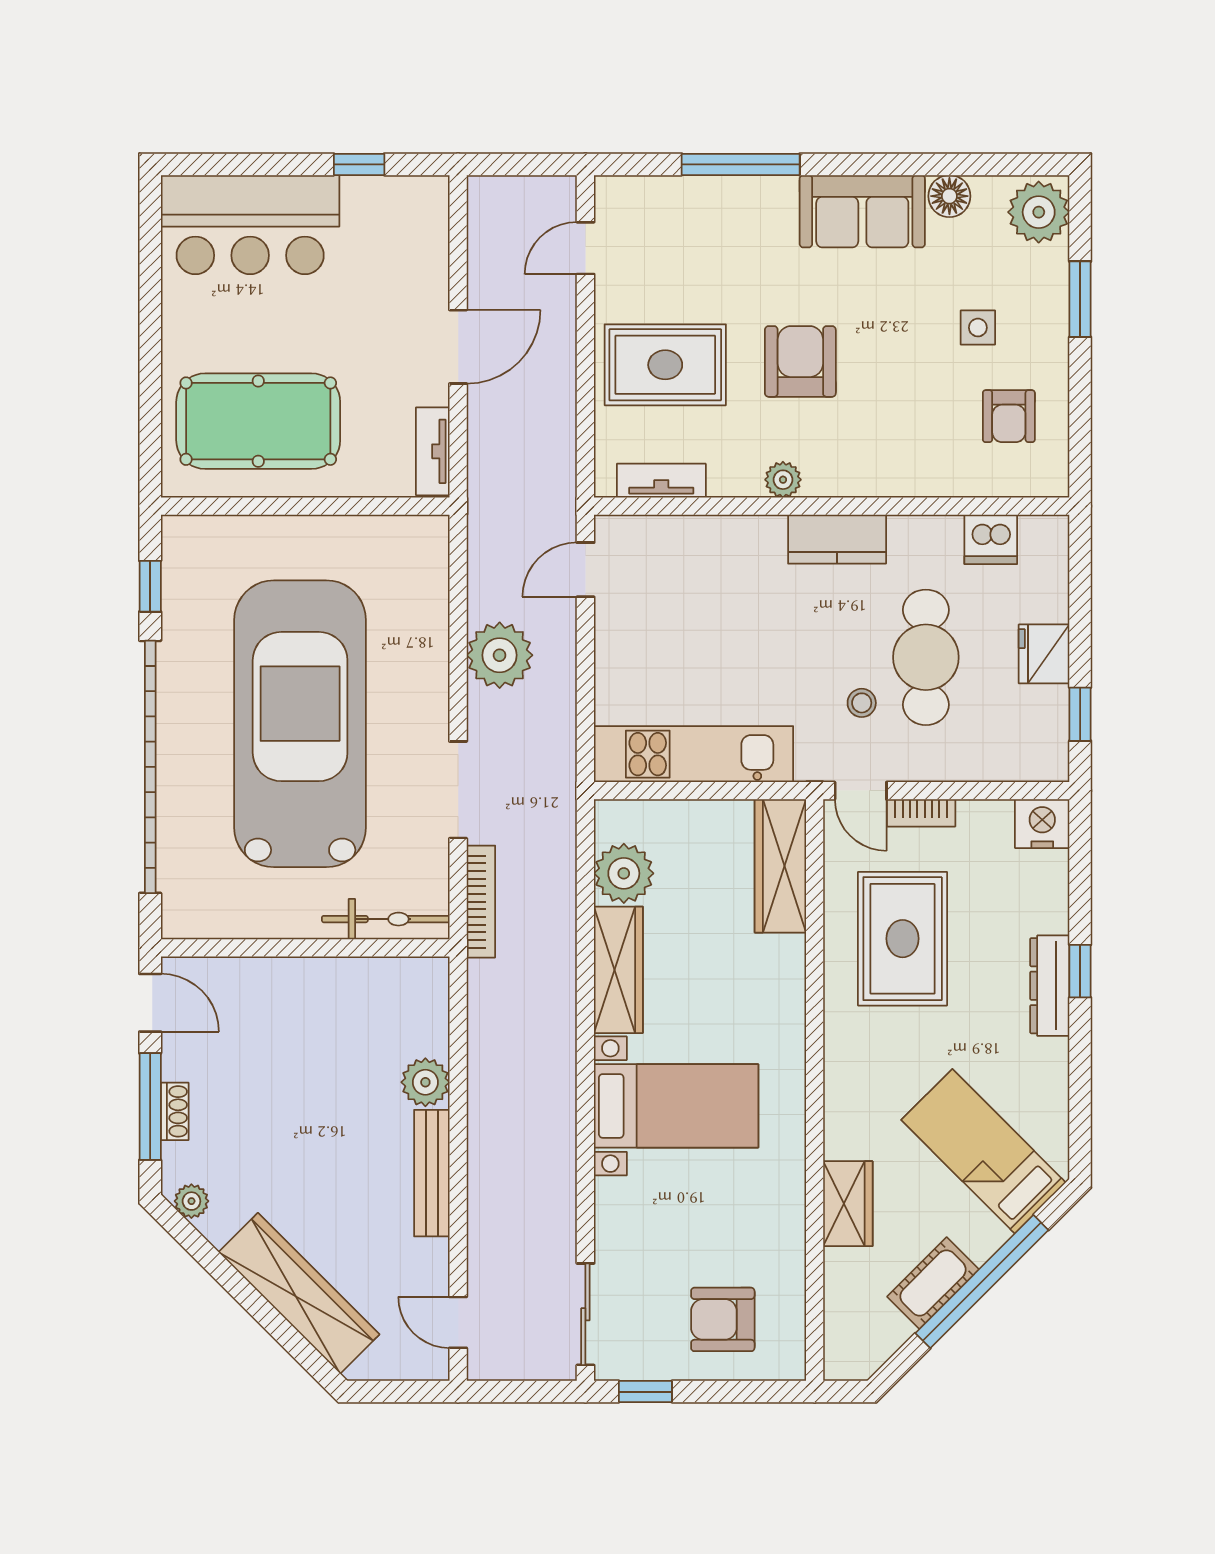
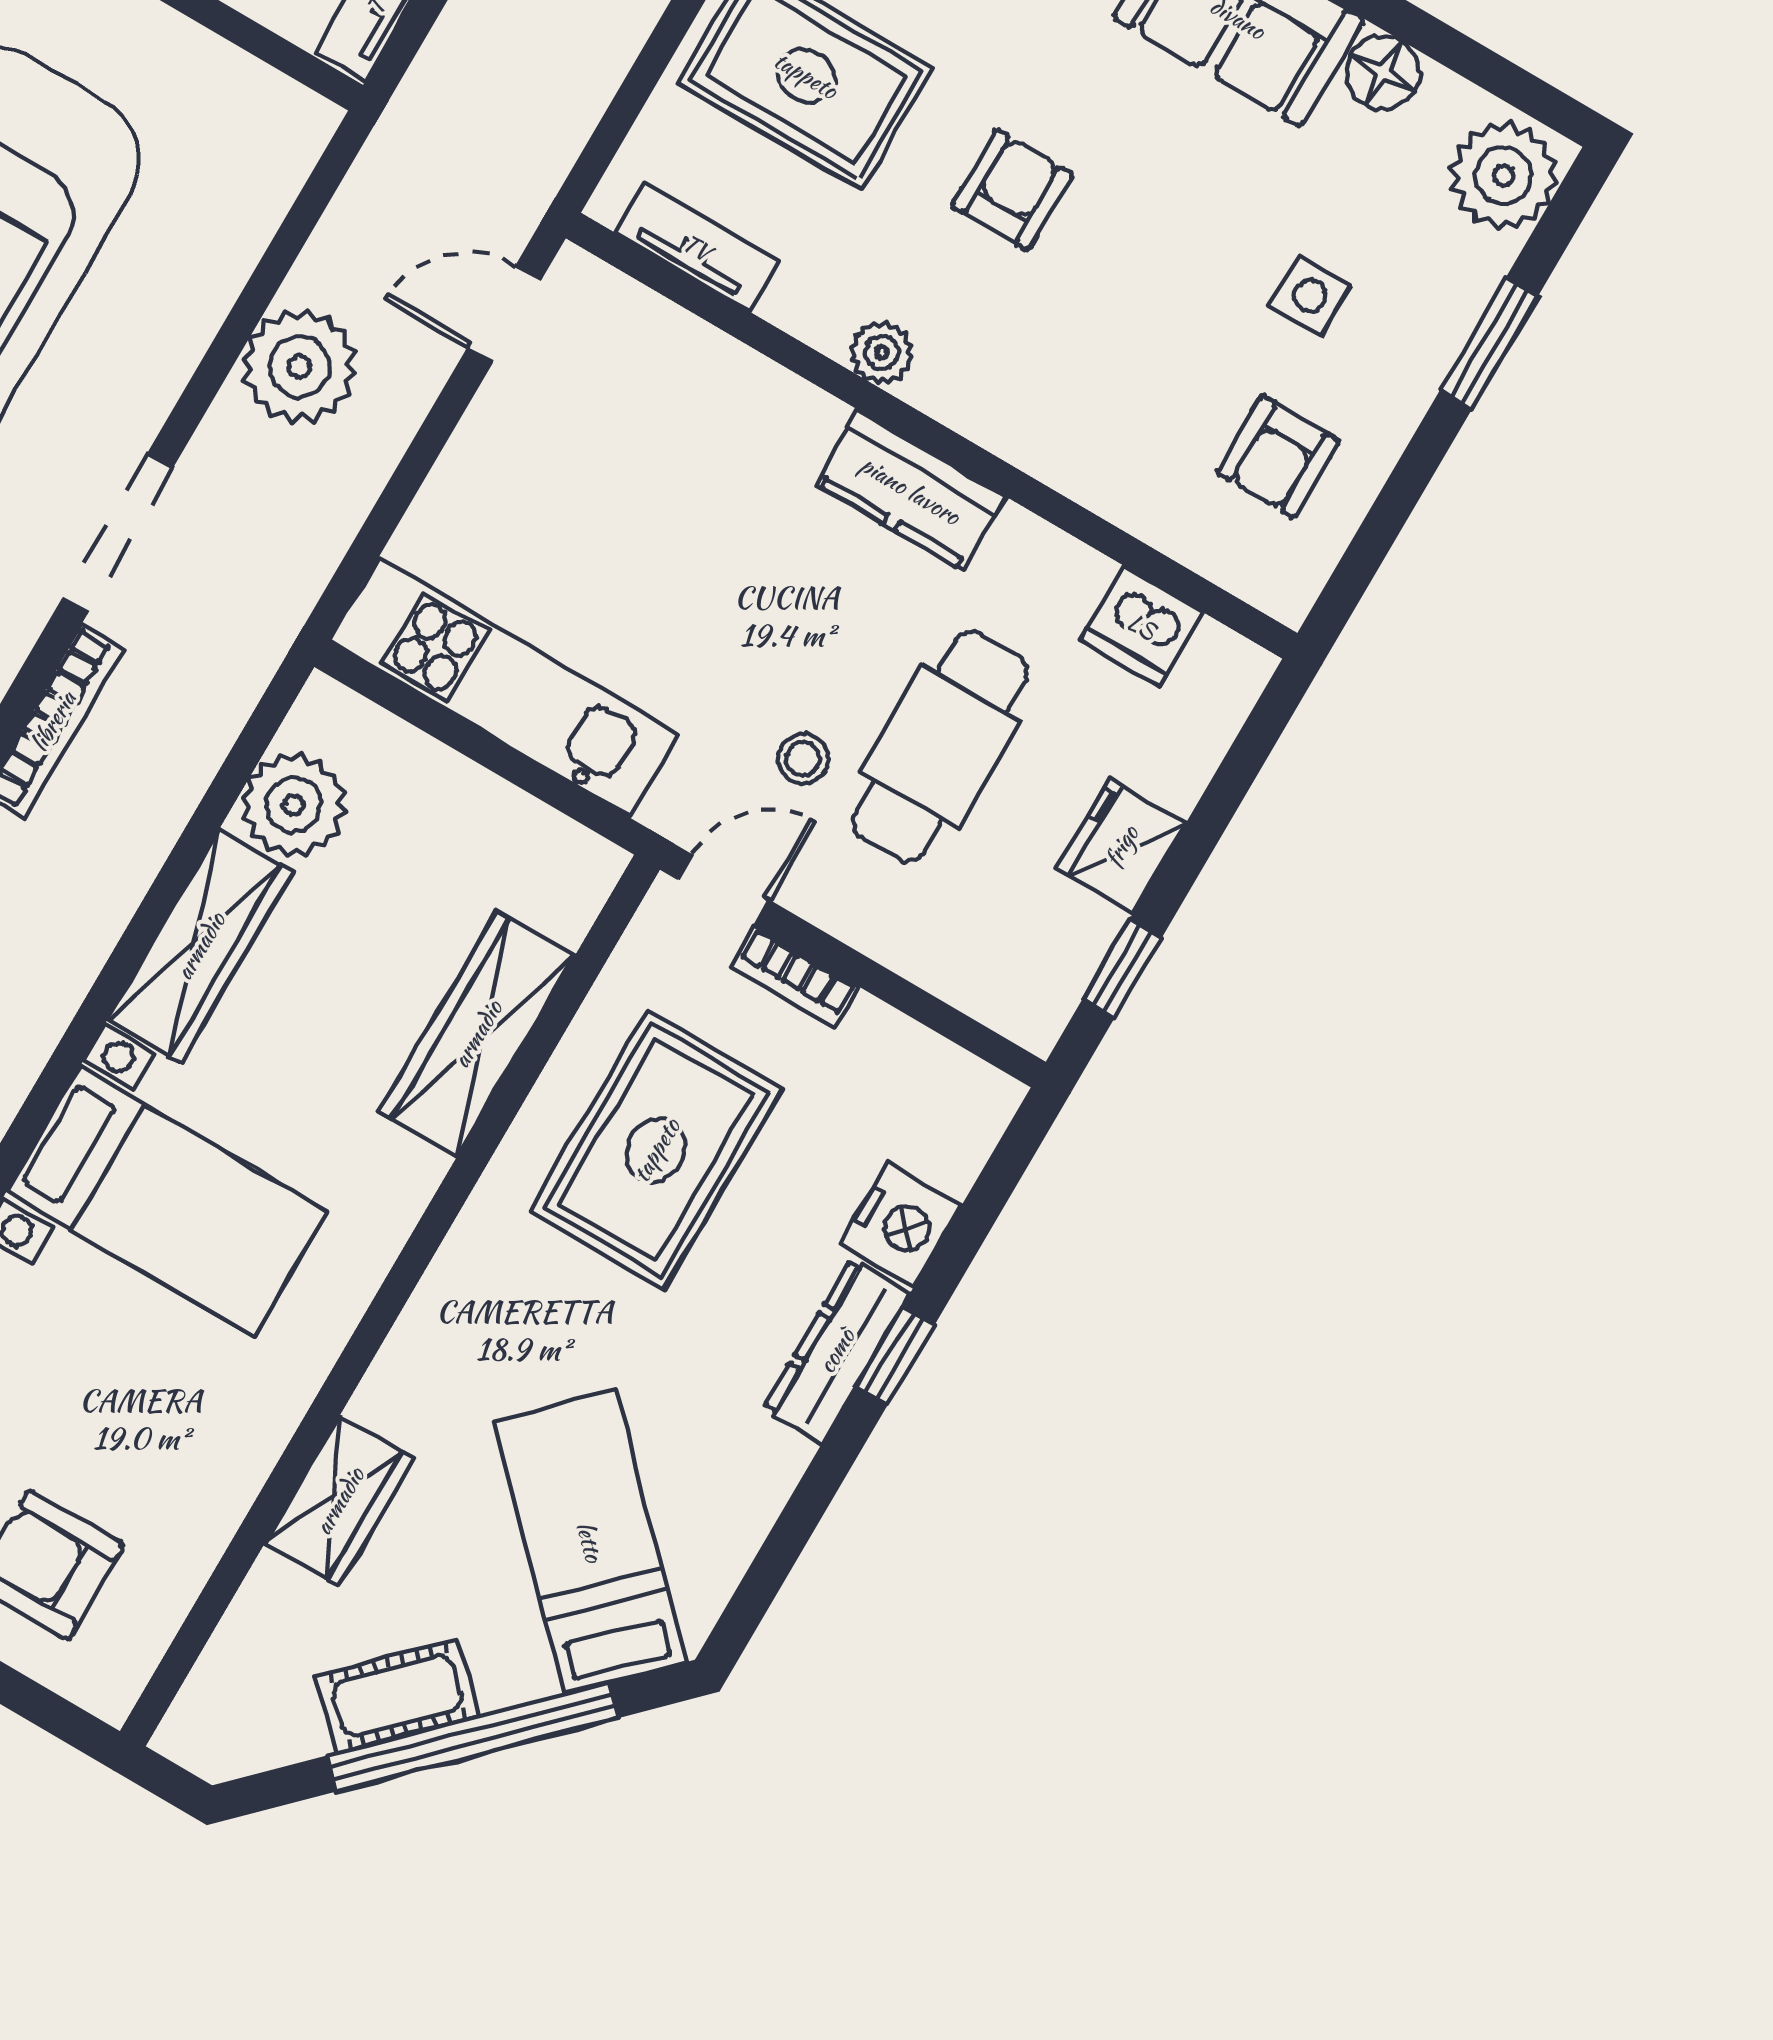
armchair: (800, 361) -> (1012, 190), width x0.72, depth x0.72
door: (861, 791) -> (724, 890), swing flipped
nightstand: (1042, 824) -> (901, 1225), moved, turned 90
wardrobe: (780, 866) -> (477, 1034), moved

